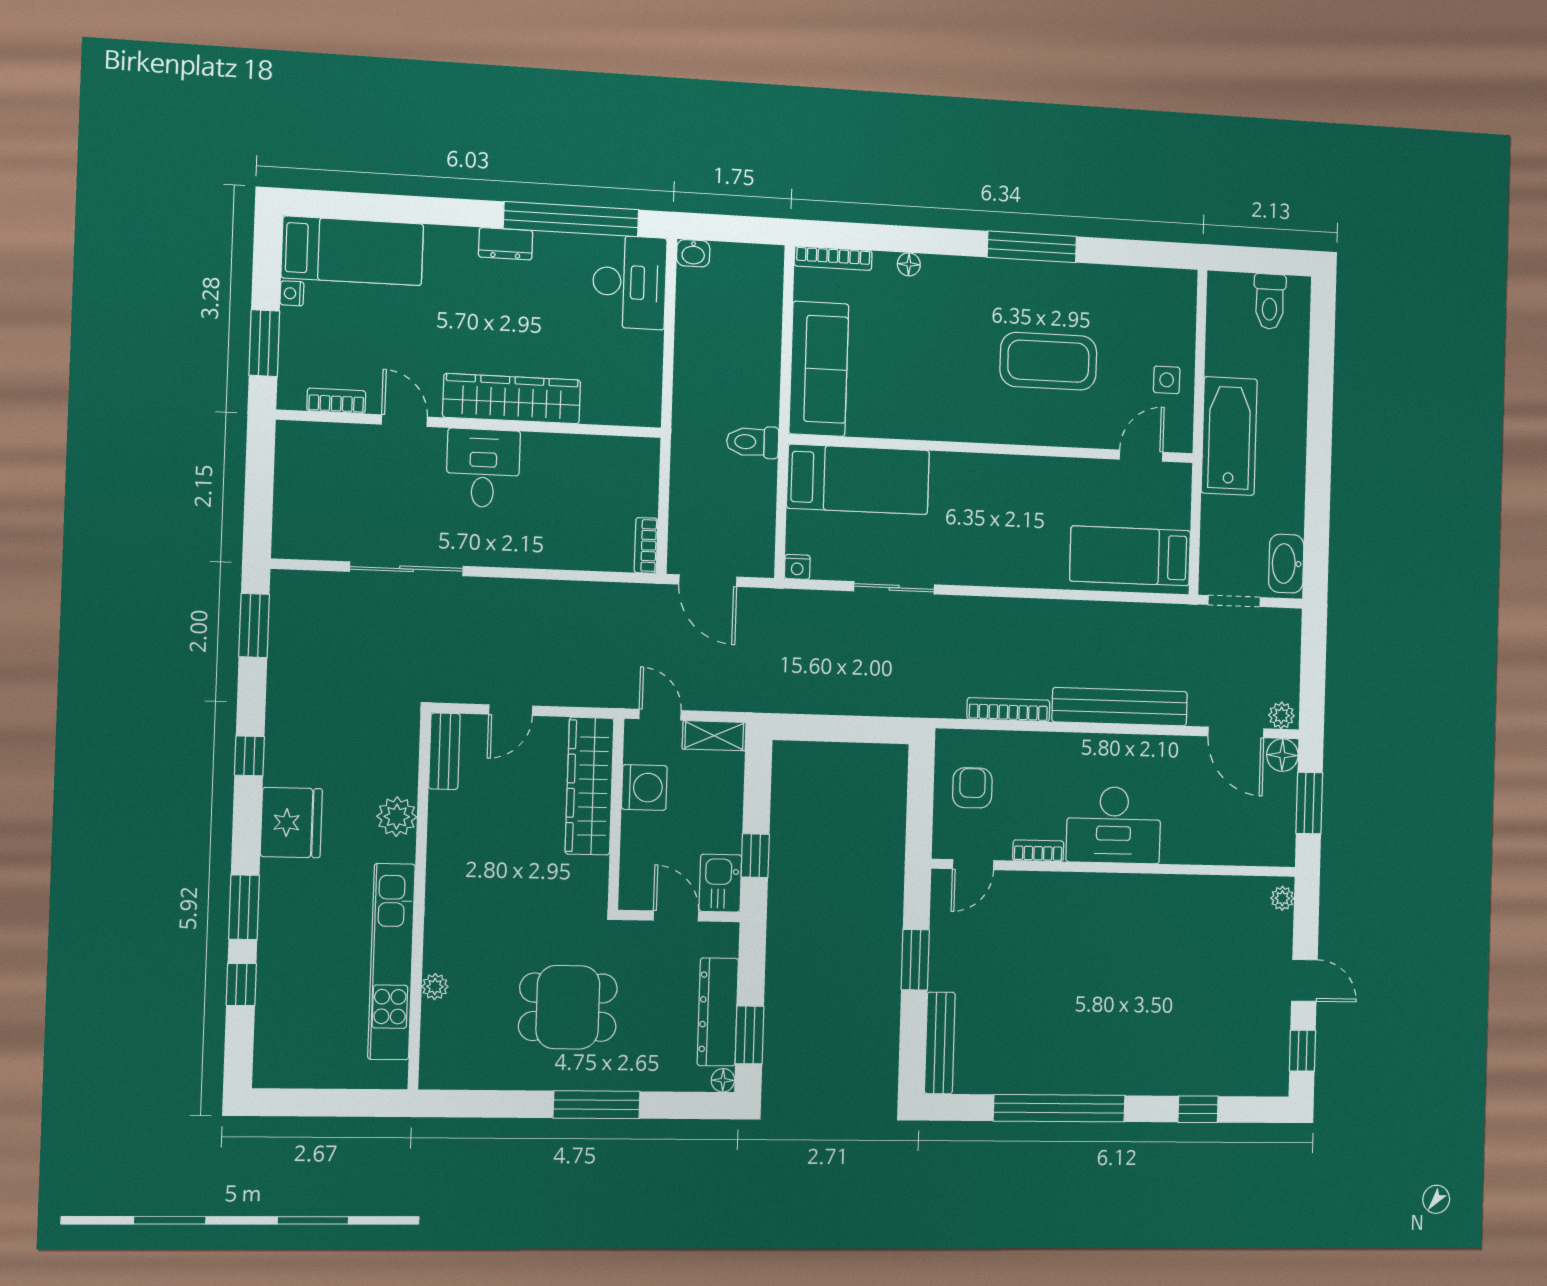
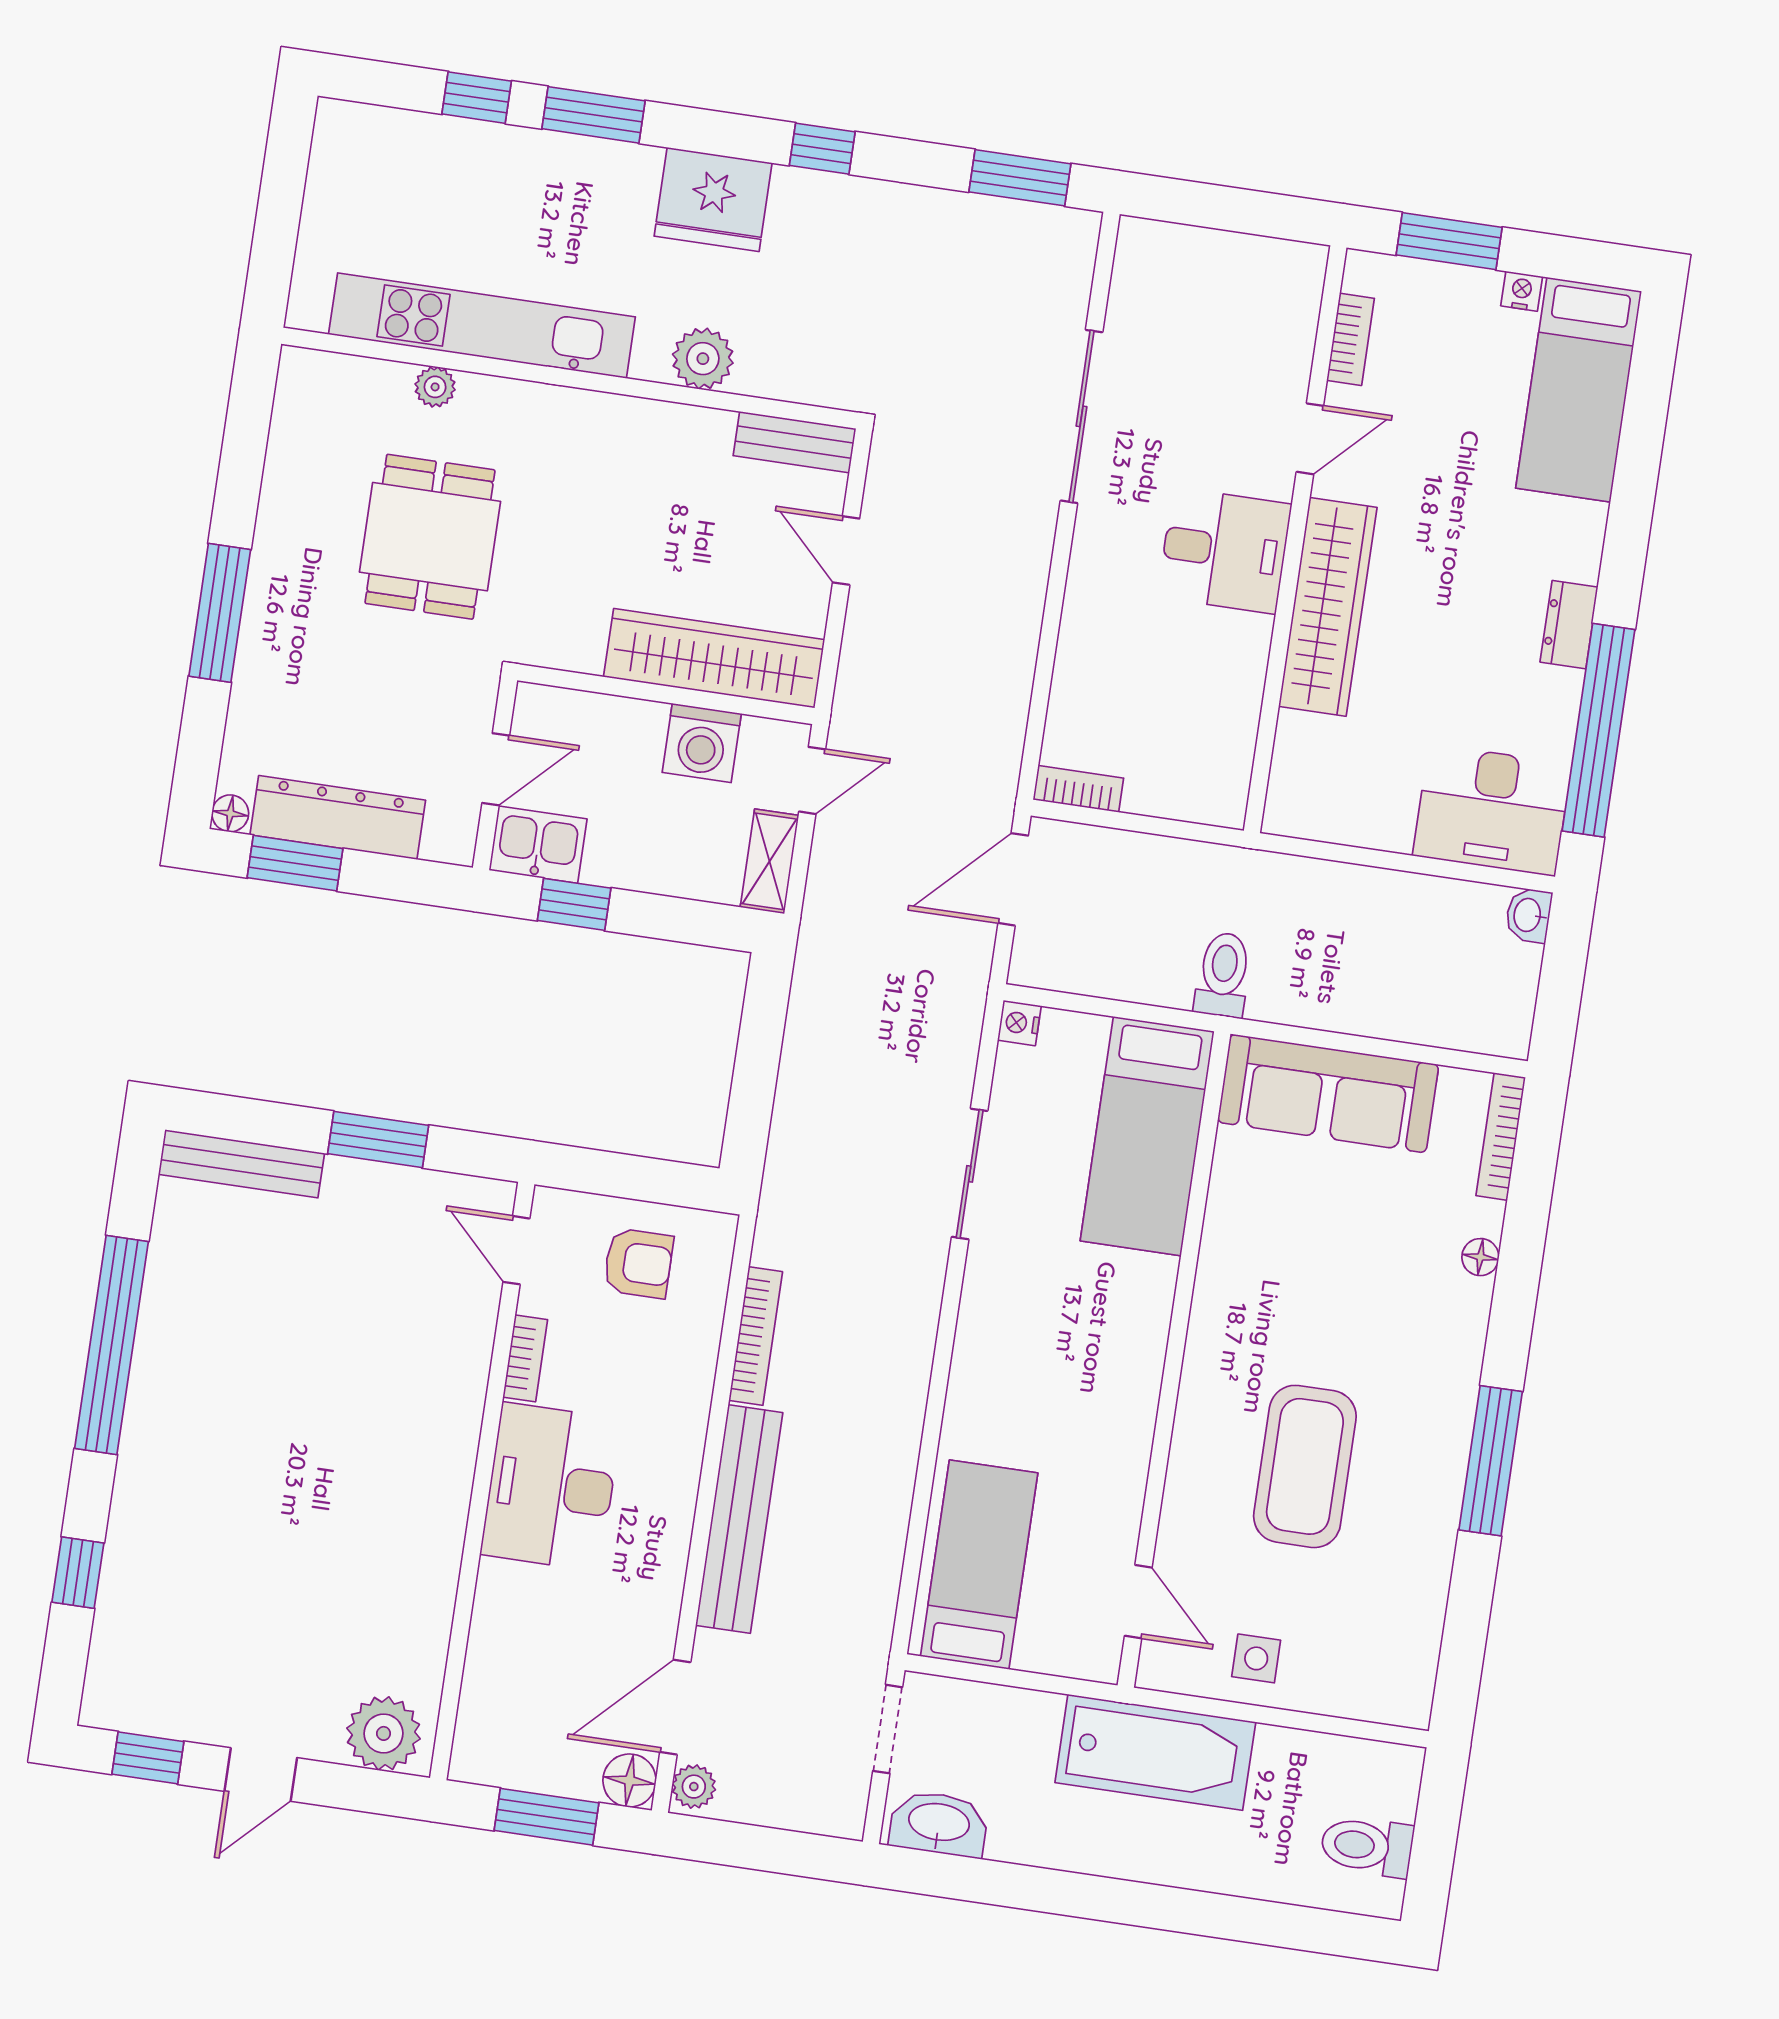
plant: (1282, 898) -> (384, 1733), width x1.87, depth x1.87
dining table: (568, 1007) -> (430, 537), moved

